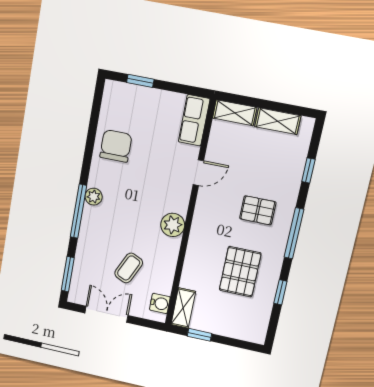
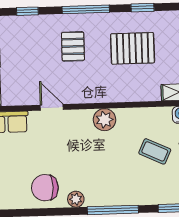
plant: (94, 197) -> (76, 199), moved

